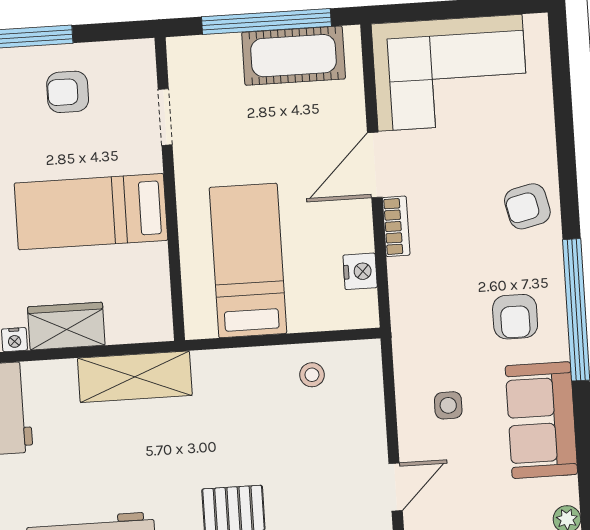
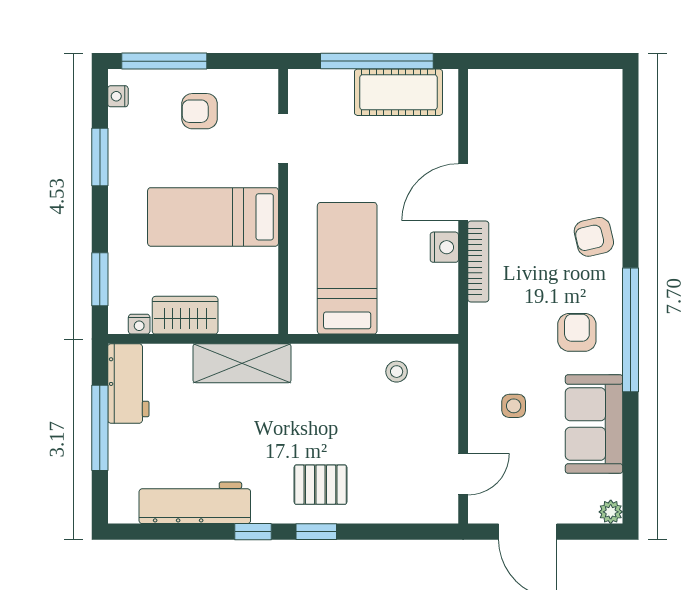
corner sofa: (450, 73) -> (534, 116), removed
bookcase: (396, 226) -> (478, 262), width x1.56
nightstand: (360, 271) -> (444, 247), moved
armchair: (515, 317) -> (577, 332), turned 180

